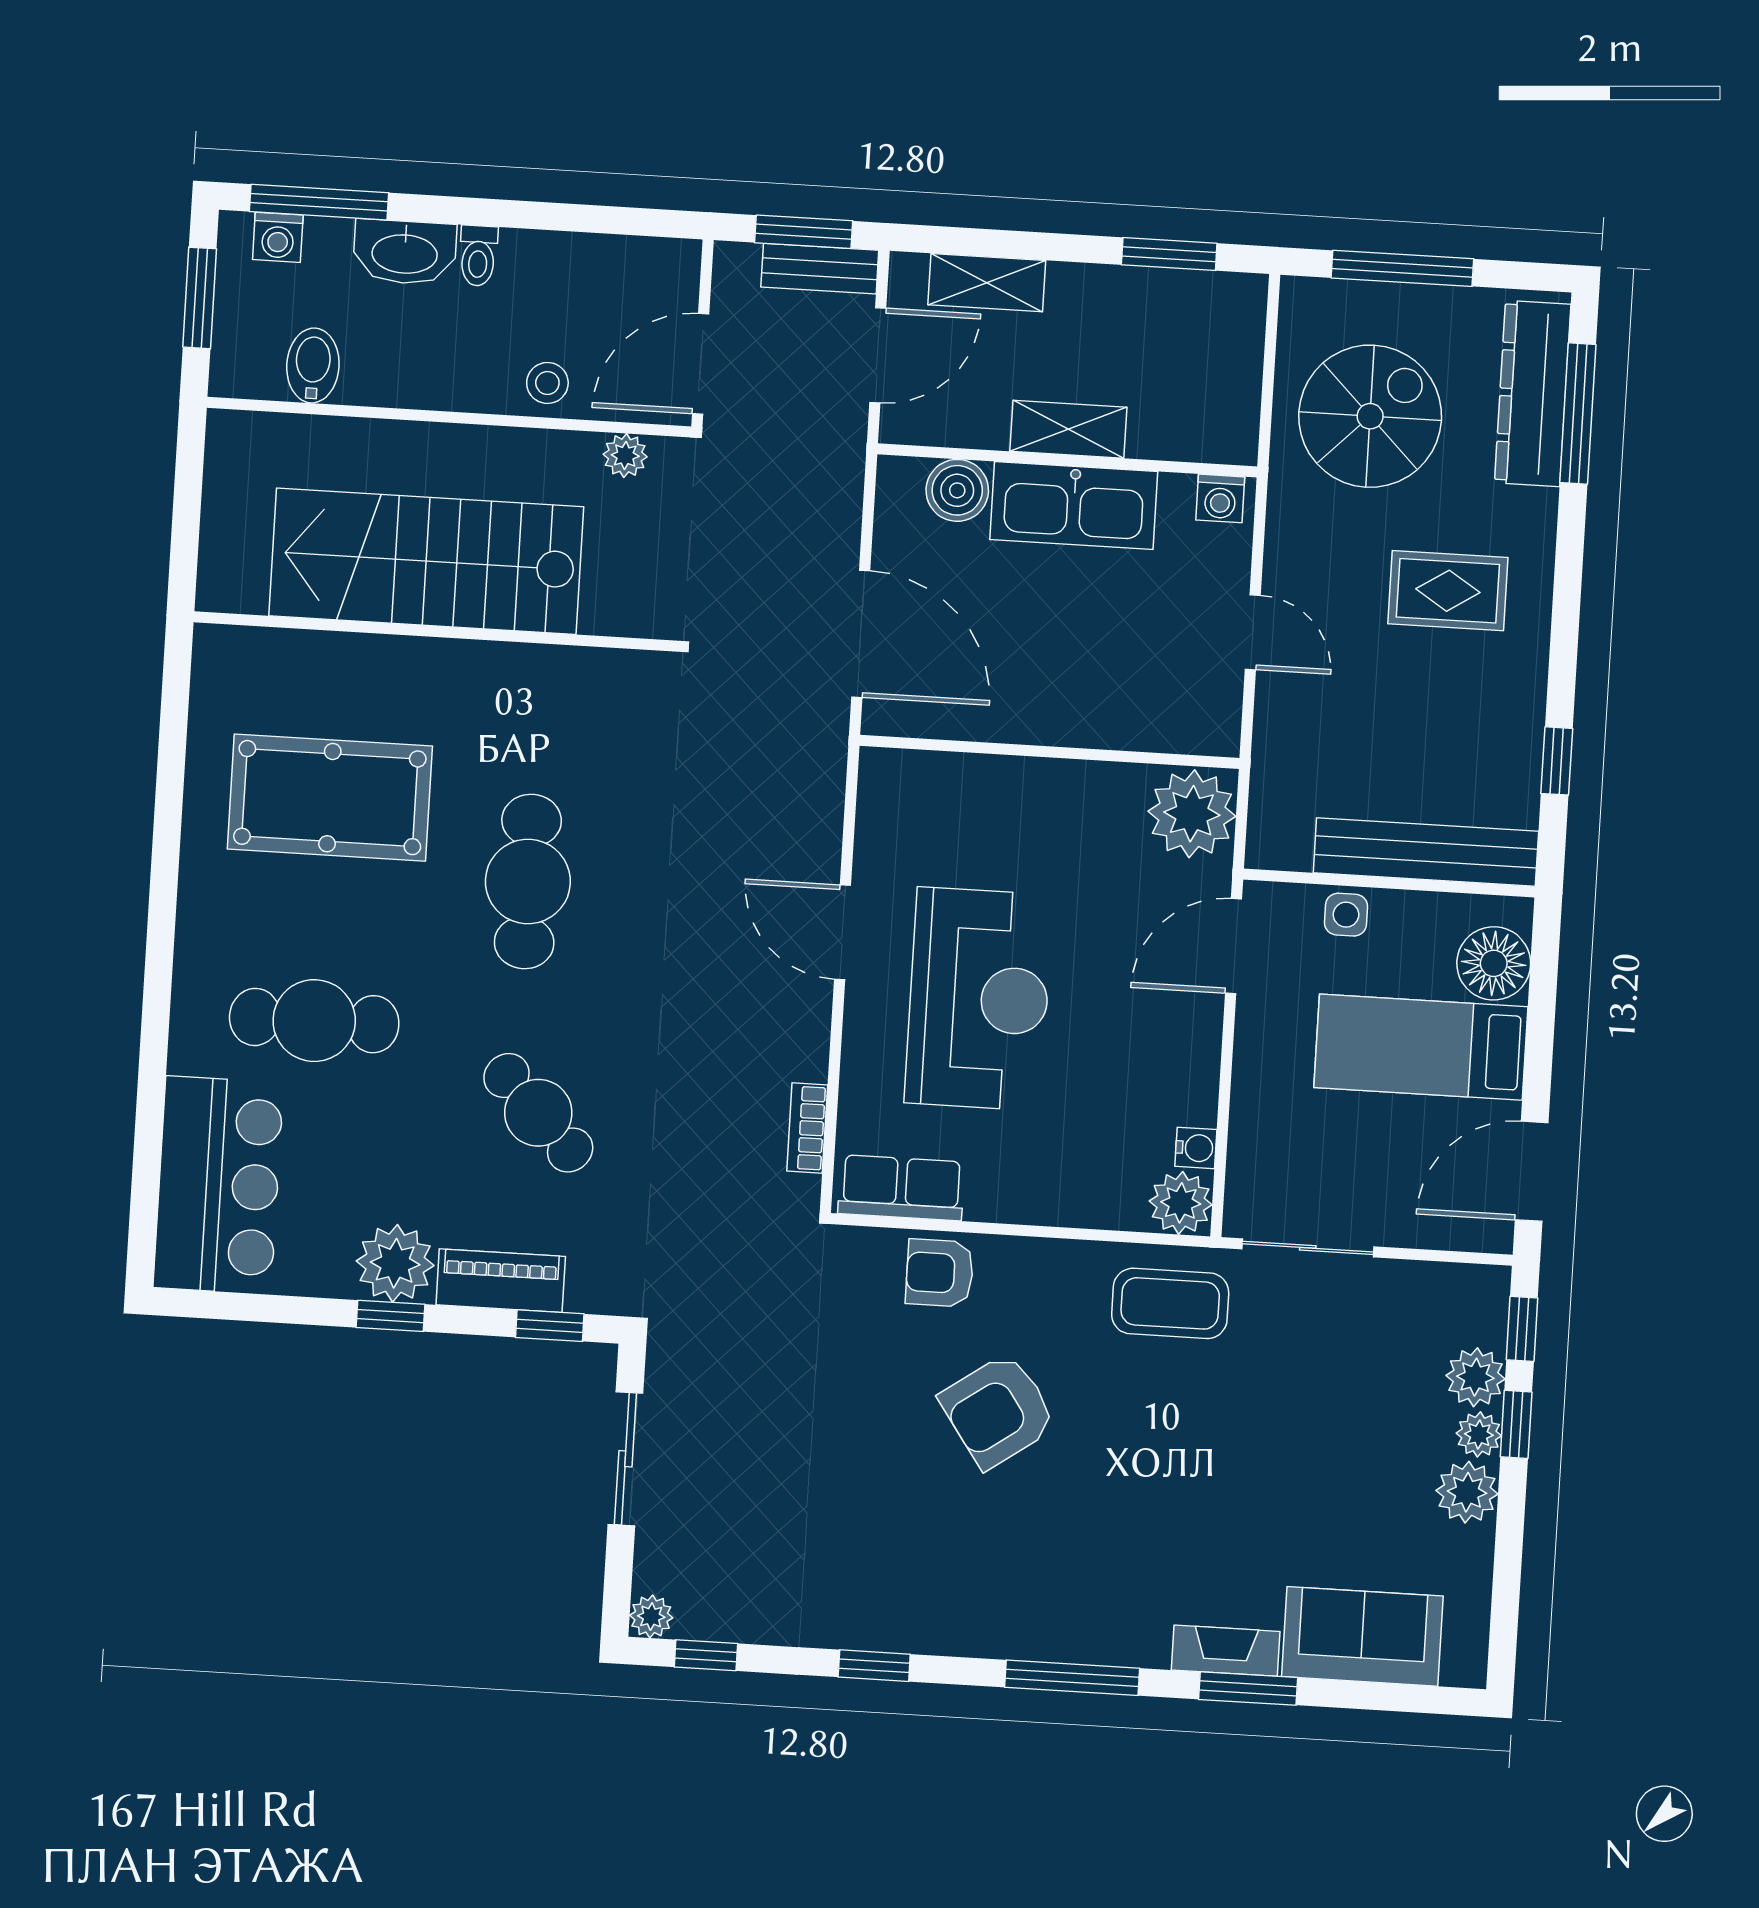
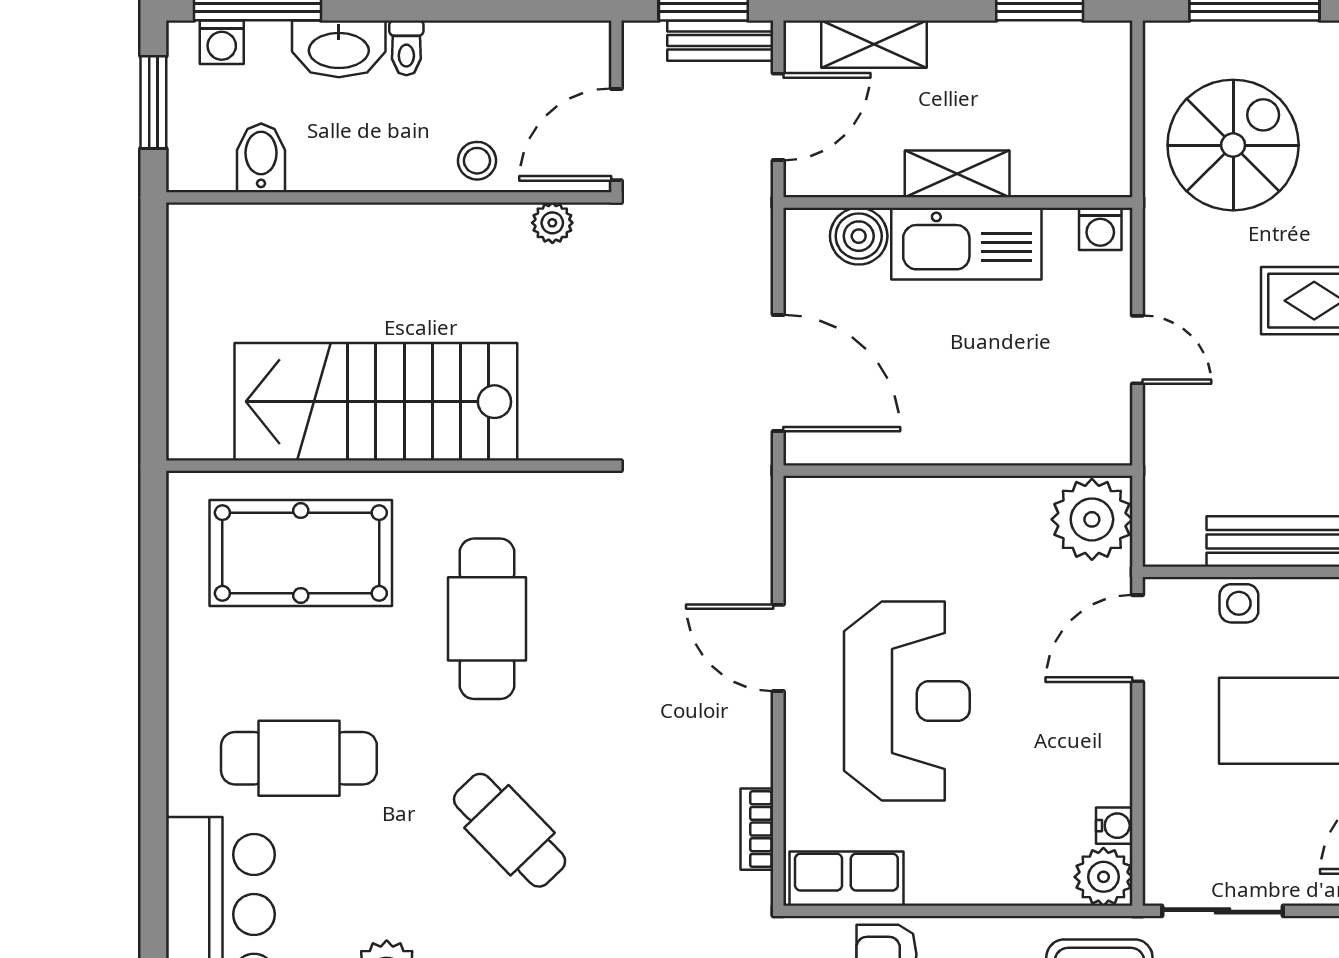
stairs: (426, 561) -> (376, 402), moved
wall: (436, 632) -> (389, 466), moved

